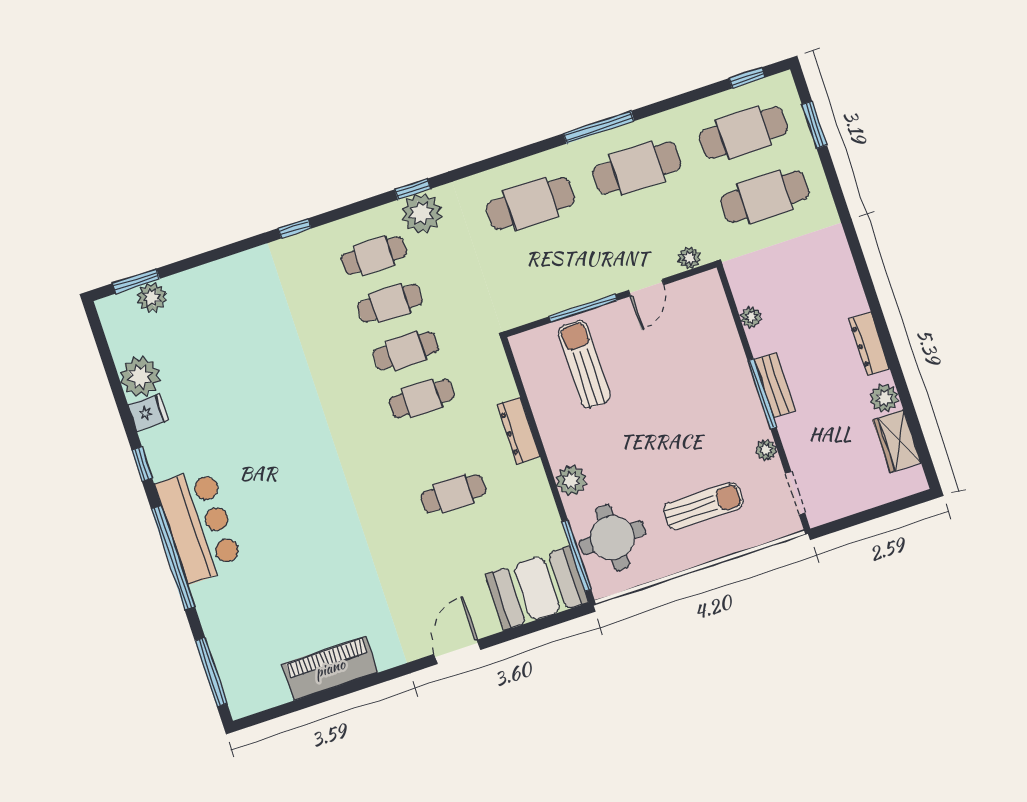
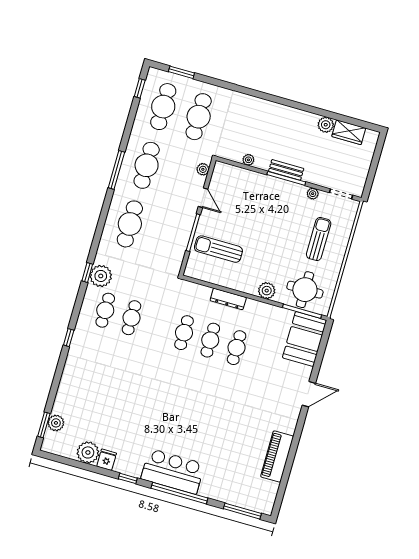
dresser: (869, 344) -> (297, 115), removed
cafe table: (406, 351) -> (210, 340), moved
door: (457, 652) -> (309, 394), swing flipped

